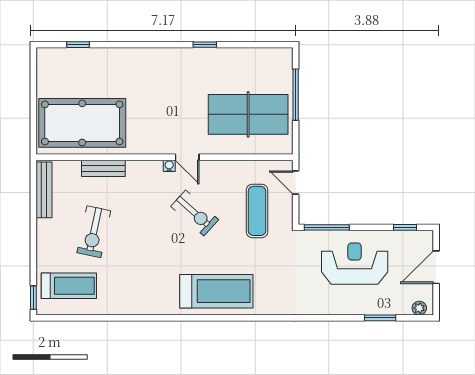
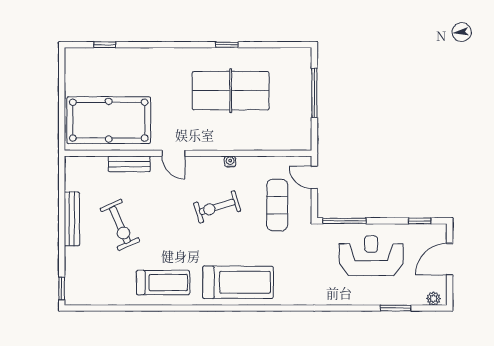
table tennis table: (248, 114) -> (231, 91), moved
door: (187, 157) -> (173, 153), moved
water cooler: (169, 166) -> (230, 162), moved
bench: (44, 190) -> (72, 219), moved
exercise bike: (195, 213) -> (217, 207), turned 121
exercise bike: (94, 232) -> (120, 225), turned -36
treadmill: (69, 286) -> (163, 283), moved

